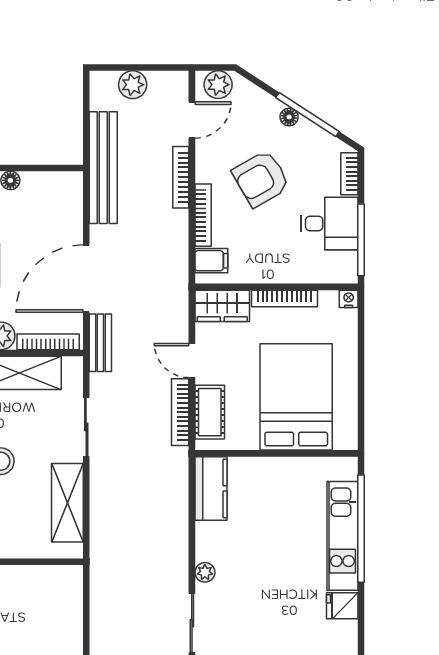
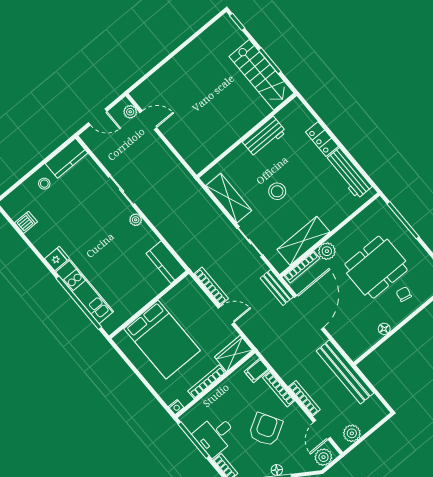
plant: (133, 85) -> (352, 433), moved
cot: (210, 412) -> (197, 298), removed

